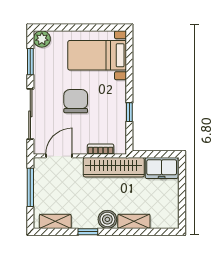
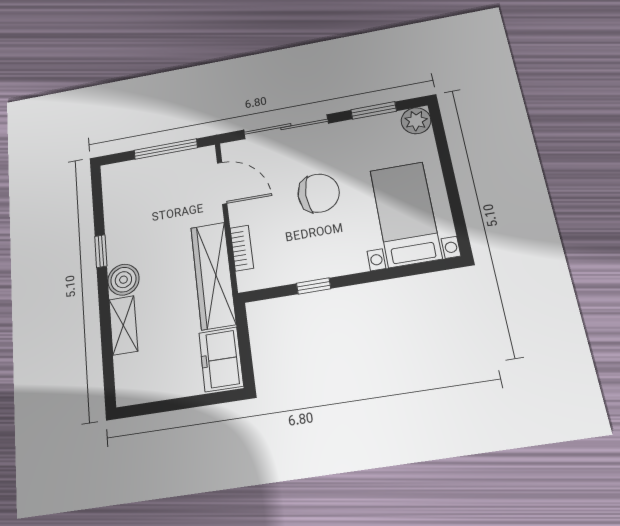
shelving: (55, 221) -> (114, 197), removed

